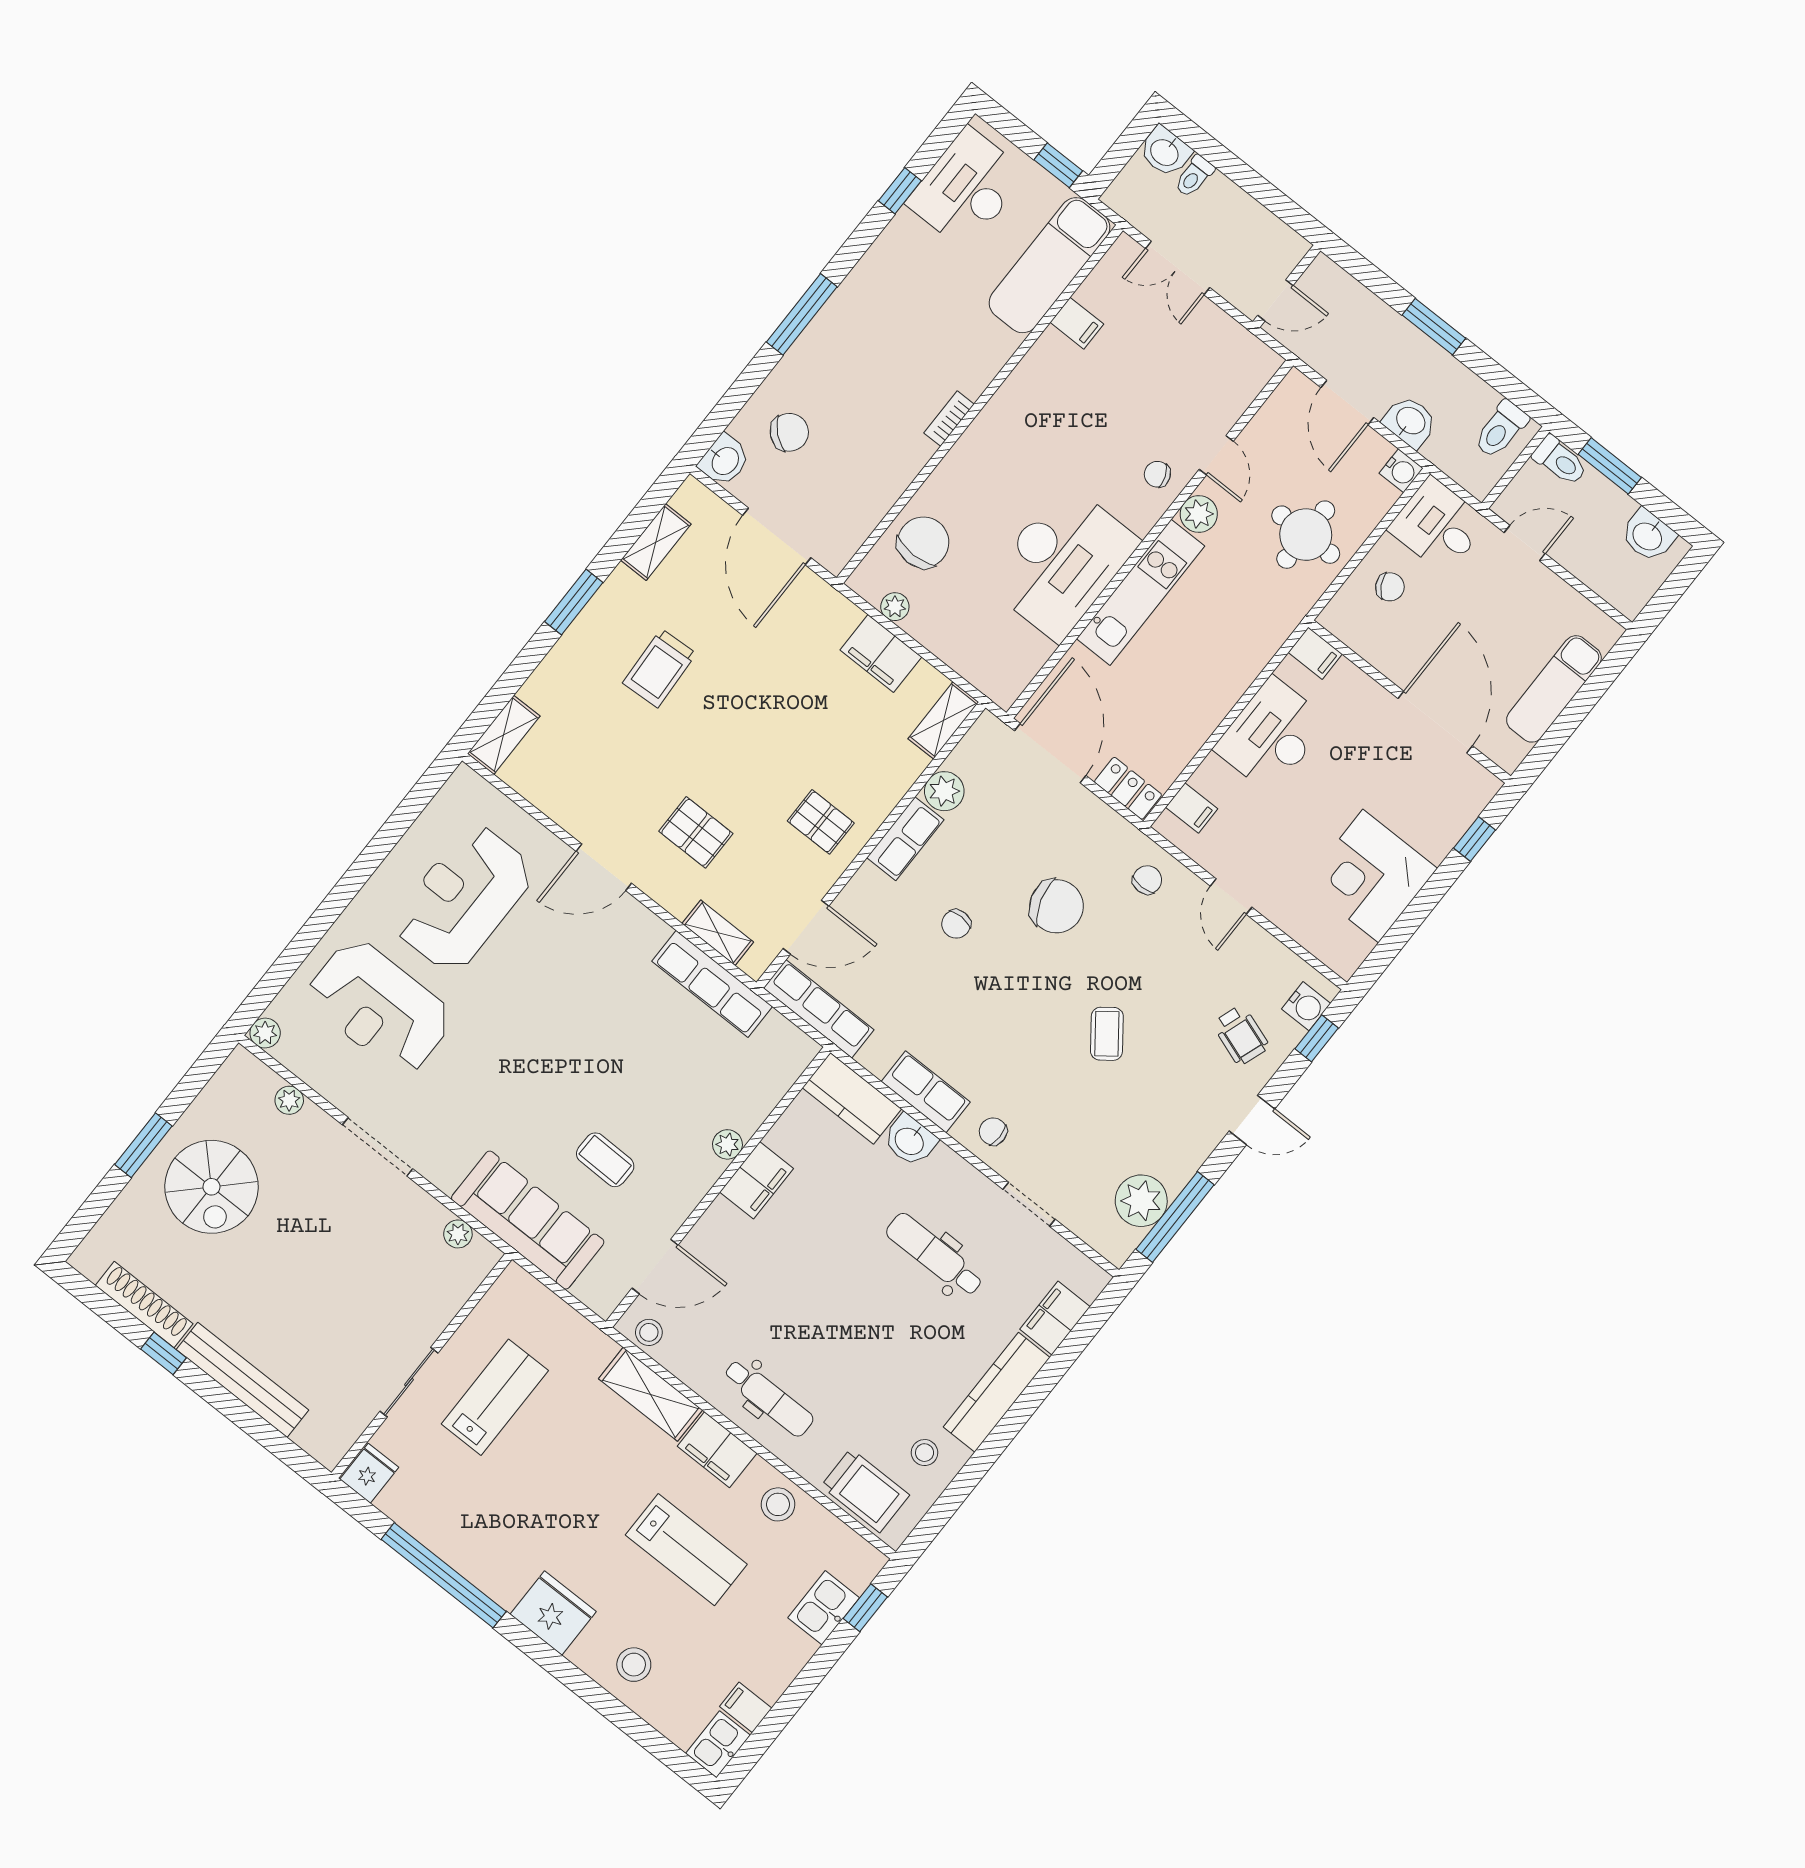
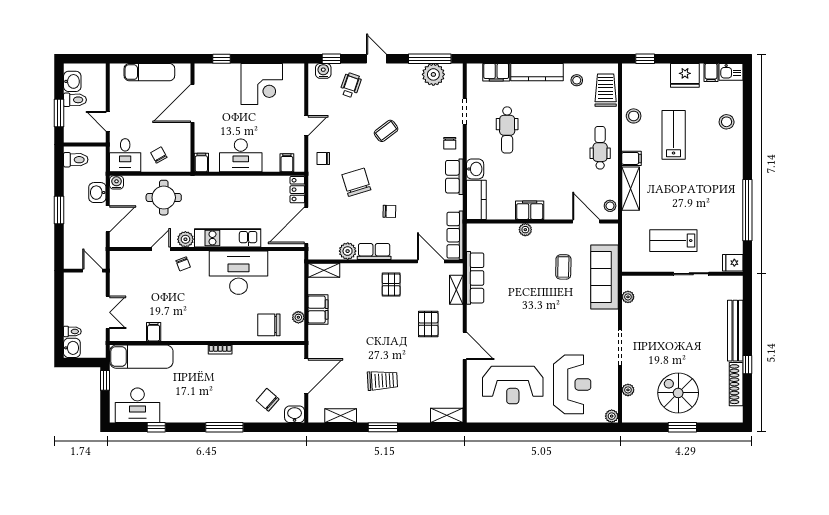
toilet: (1560, 461) -> (75, 100), moved, turned 90
spiral stairs: (211, 1187) -> (678, 393), turned -90
filing cabinet: (717, 1450) -> (631, 158), width x0.50
kitchen sink: (824, 1608) -> (656, 73), removed
fridge: (553, 1613) -> (685, 75), moved, turned -90

